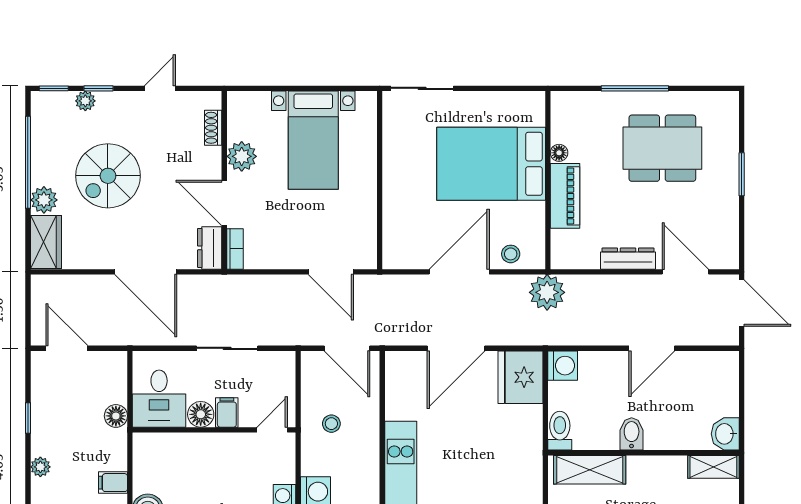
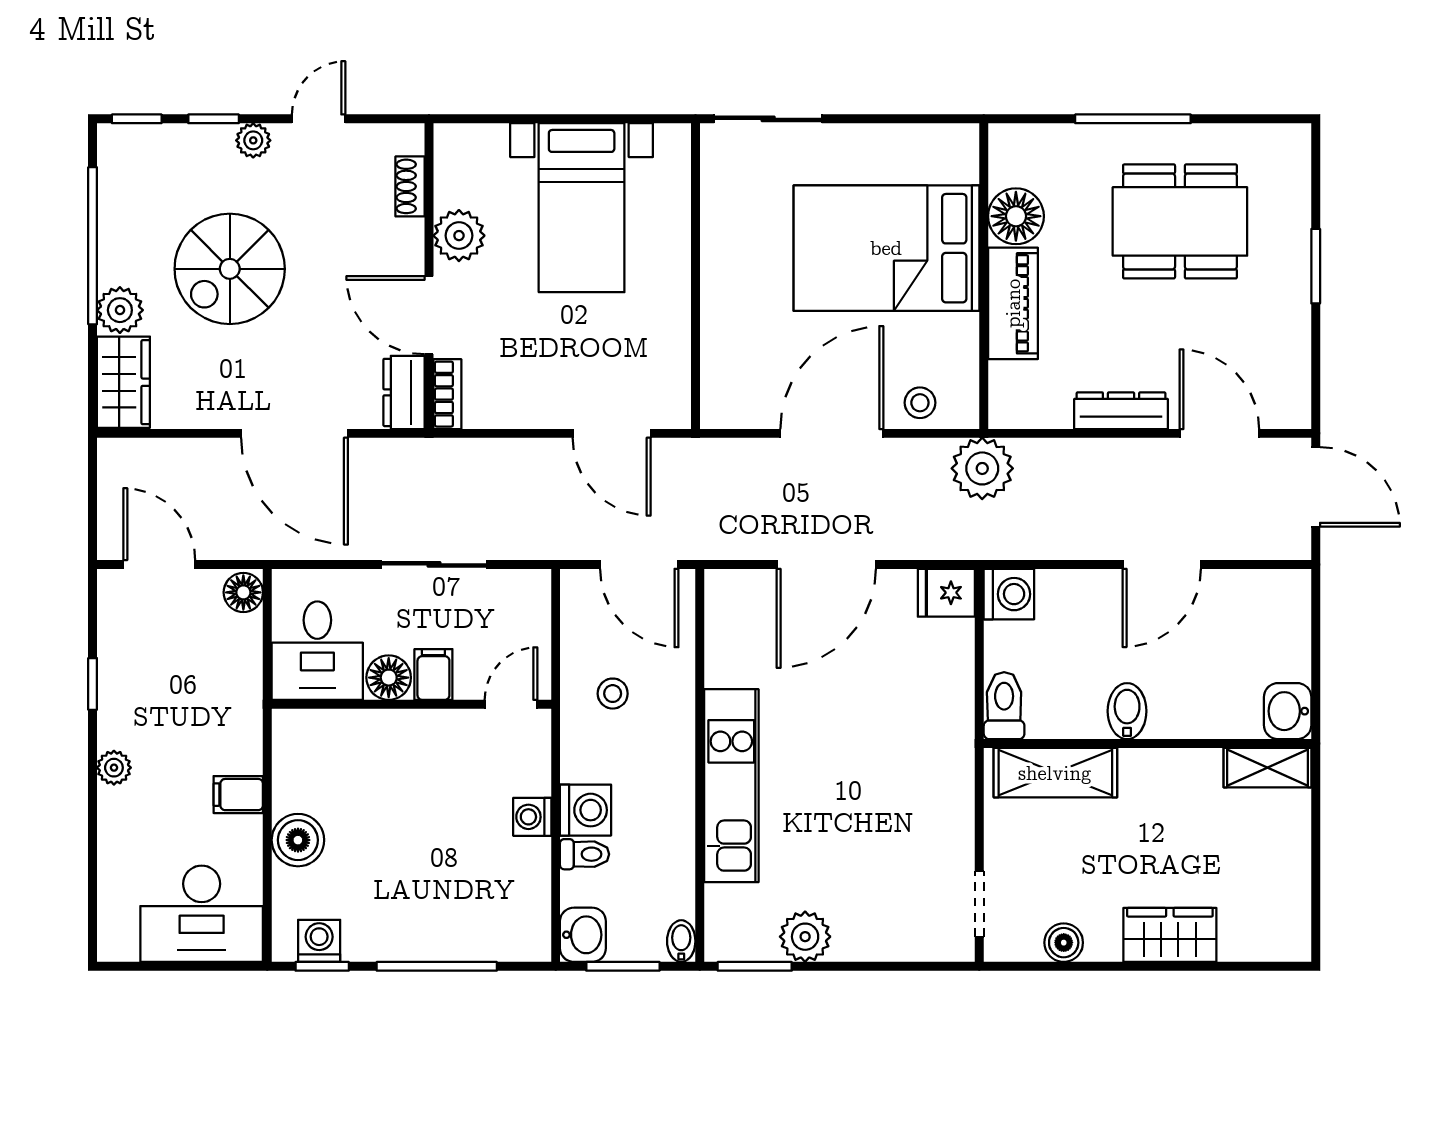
plant: (85, 101) -> (253, 140), moved
floor lamp: (559, 153) -> (1016, 216), width x1.89, depth x1.89
fridge: (520, 377) -> (946, 593), width x0.53, depth x0.75
floor lamp: (116, 416) -> (243, 592), moved

